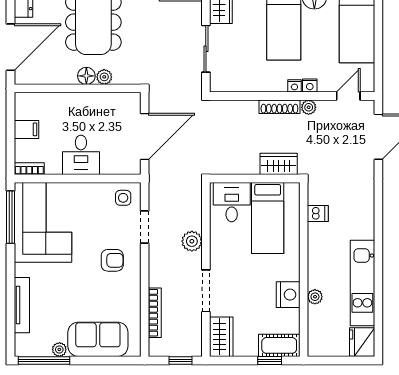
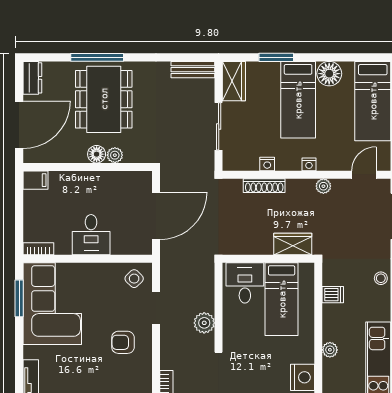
nightstand: (310, 86) -> (267, 164), moved
shoe rack: (279, 107) -> (264, 186), moved
filing cabinet: (26, 129) -> (35, 180), moved
stool: (365, 197) -> (381, 278), added
side table: (123, 198) -> (134, 279), turned 45
window: (10, 217) -> (19, 298), width x0.69
armchair: (112, 260) -> (123, 342), turned 180
plant: (315, 297) -> (330, 350), moved

